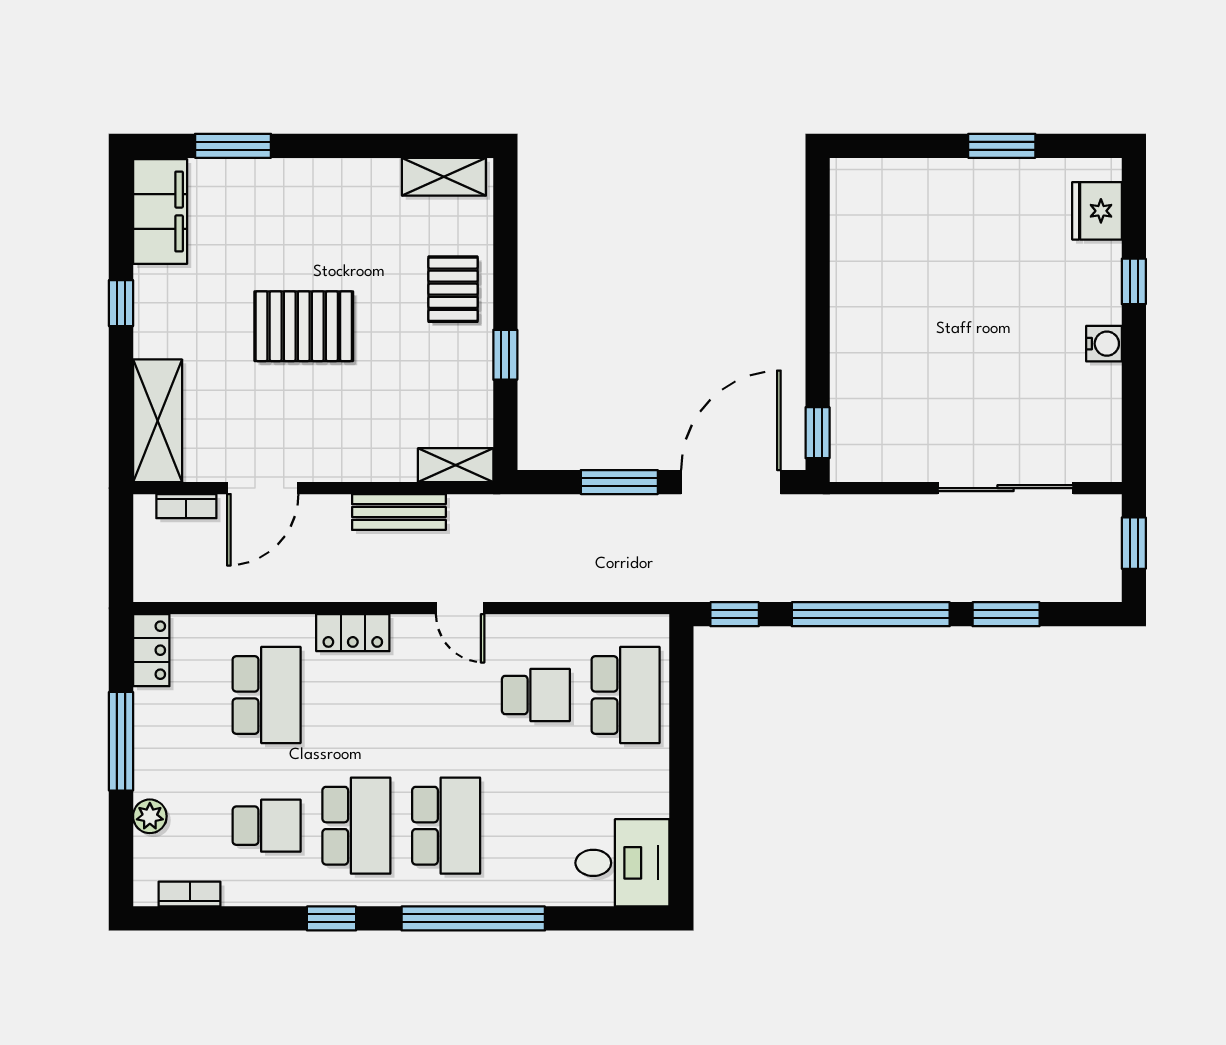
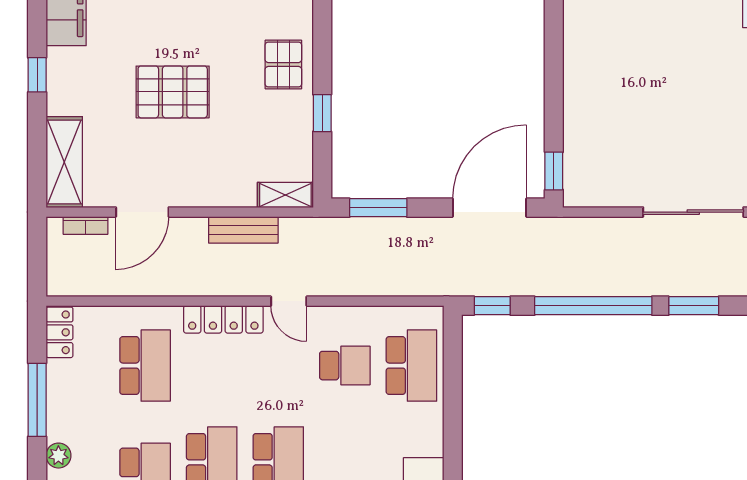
window: (619, 482) -> (378, 208), moved
locker: (353, 633) -> (223, 319), width x1.53

